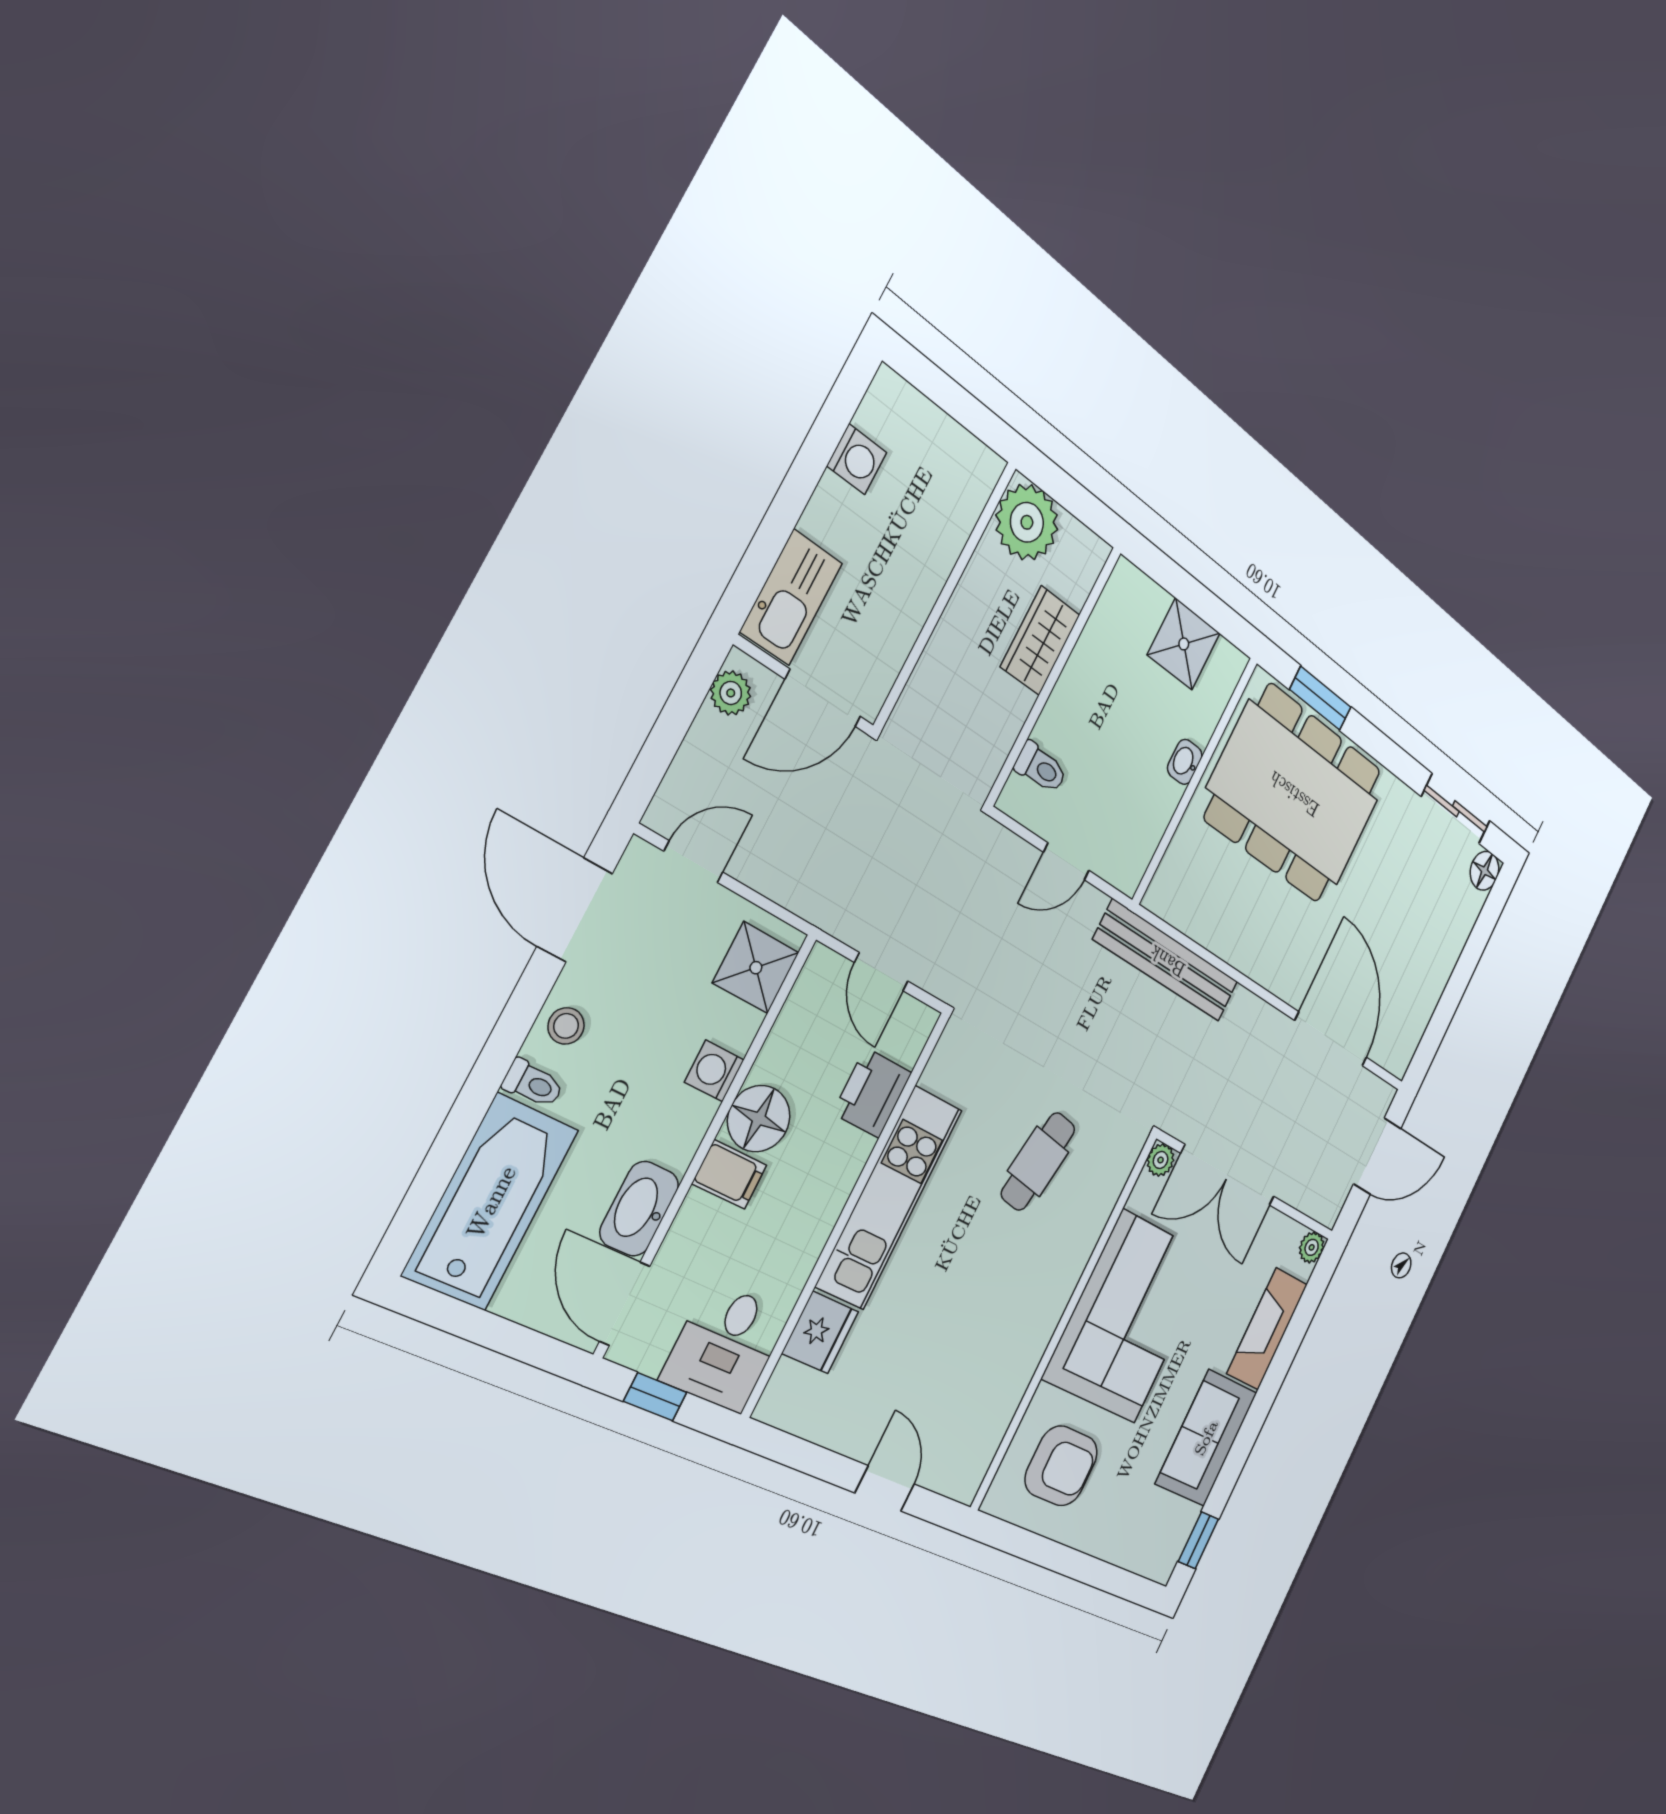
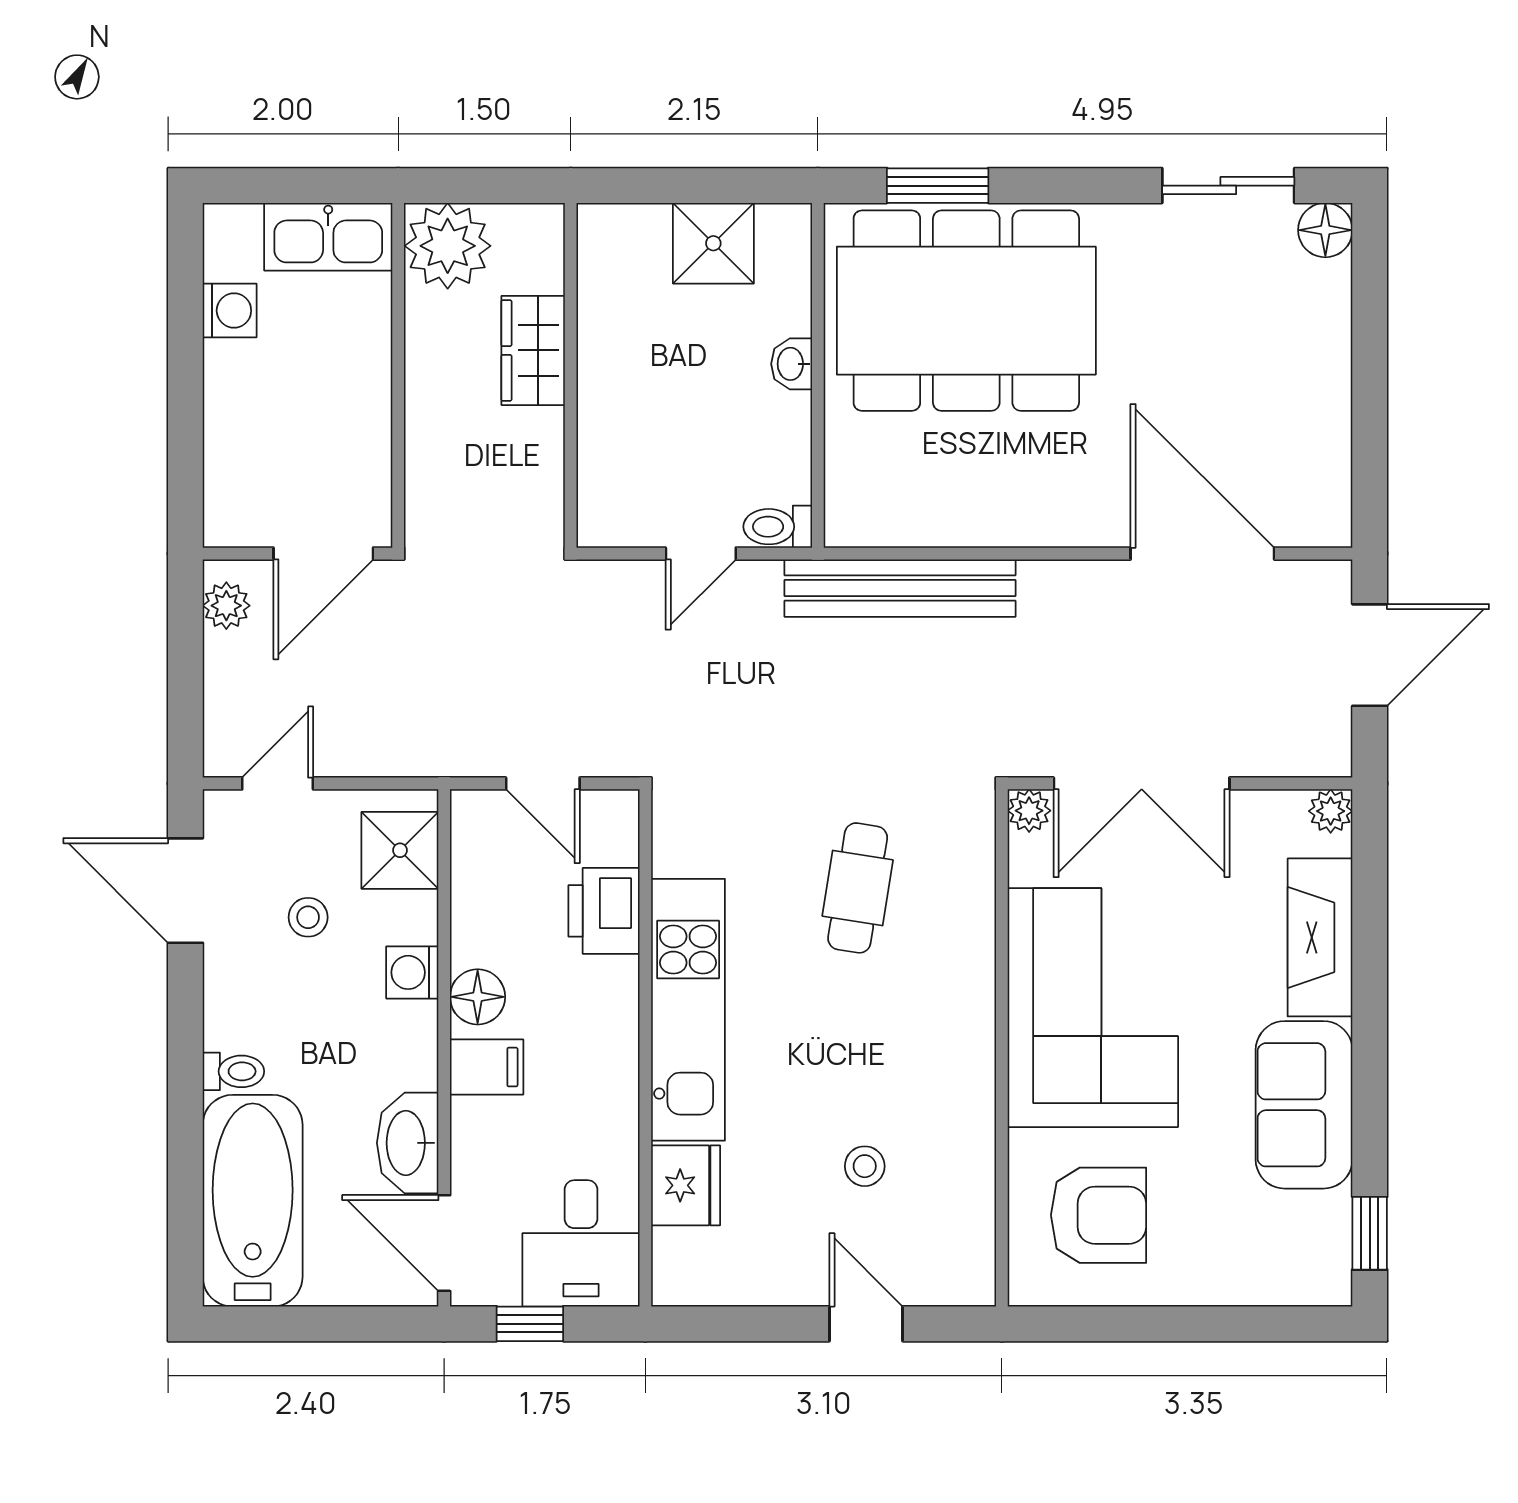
kitchen sink: (791, 597) -> (328, 237), moved, turned 90
toilet: (1041, 768) -> (778, 527), moved, turned 180
stool: (566, 1026) -> (308, 917), moved
floor lamp: (759, 1119) -> (478, 997), width x0.73, depth x0.73
stool: (942, 1369) -> (865, 1166), added

